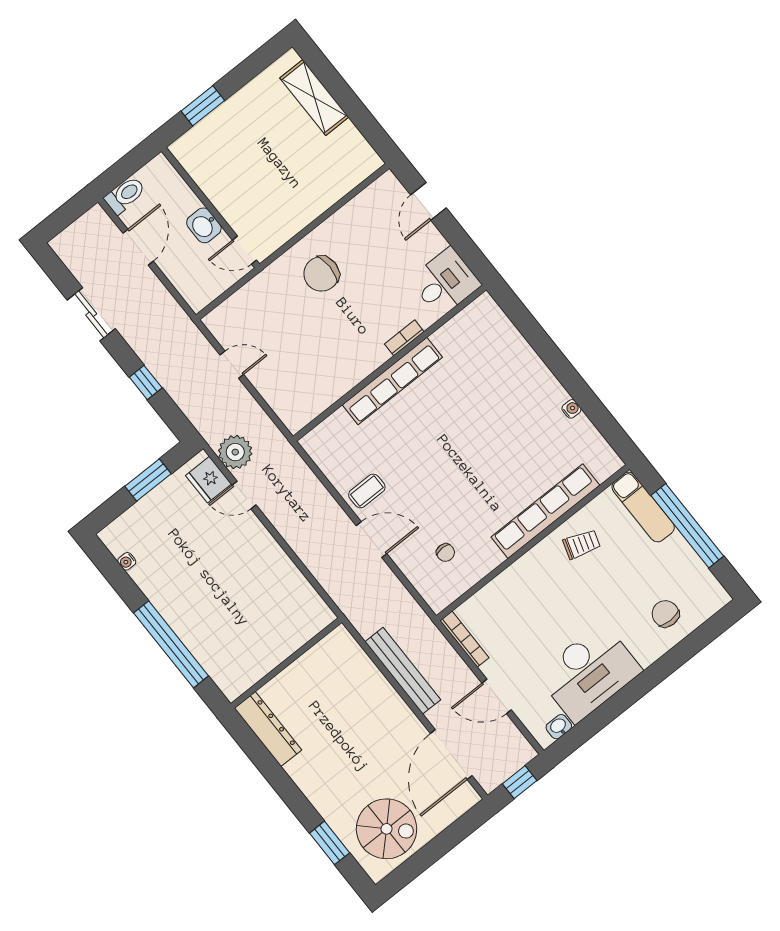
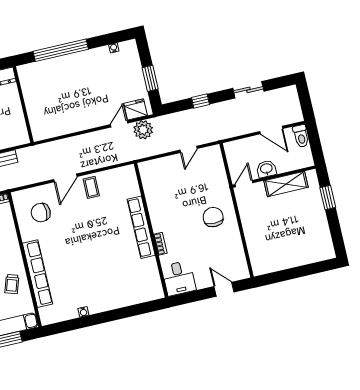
shelving: (314, 97) -> (286, 184), moved
chair: (445, 553) -> (41, 213), width x1.87, depth x1.87

